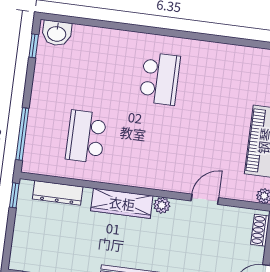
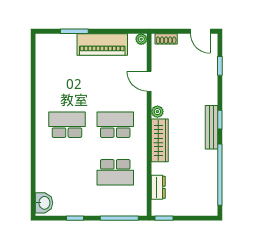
window: (34, 46) -> (75, 218), moved
school desk: (151, 145) -> (115, 125), added
dresser: (58, 193) -> (158, 187), width x0.70

